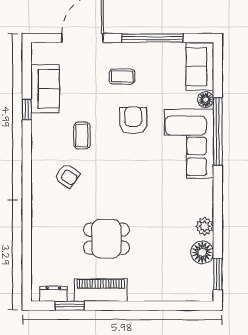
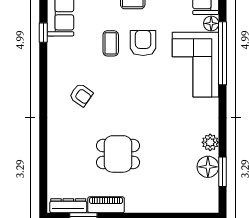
coffee table: (82, 136) -> (111, 43), moved
window: (218, 274) -> (223, 172), moved
piano: (101, 290) -> (106, 205), width x0.73, depth x0.75
dresser: (53, 294) -> (68, 206), width x1.44

